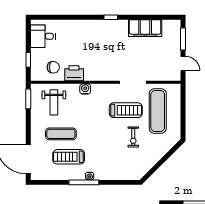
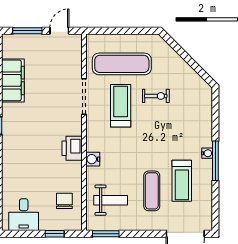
printer: (74, 73) -> (72, 148), moved

